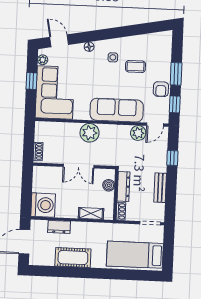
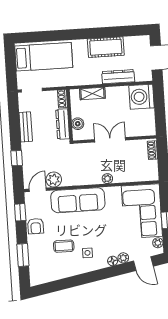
plant: (78, 49) -> (123, 258), added
window: (176, 74) -> (23, 255), moved
armchair: (161, 89) -> (36, 226), turned 180
plant: (90, 133) -> (107, 179), width x0.53, depth x0.53
dresser: (59, 227) -> (118, 77), width x1.44

